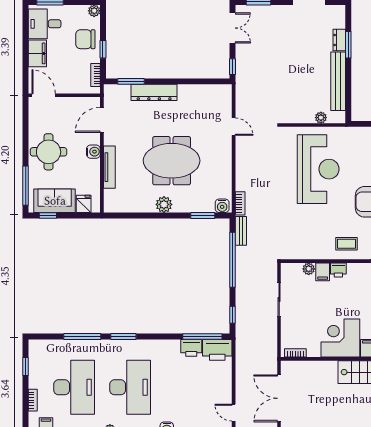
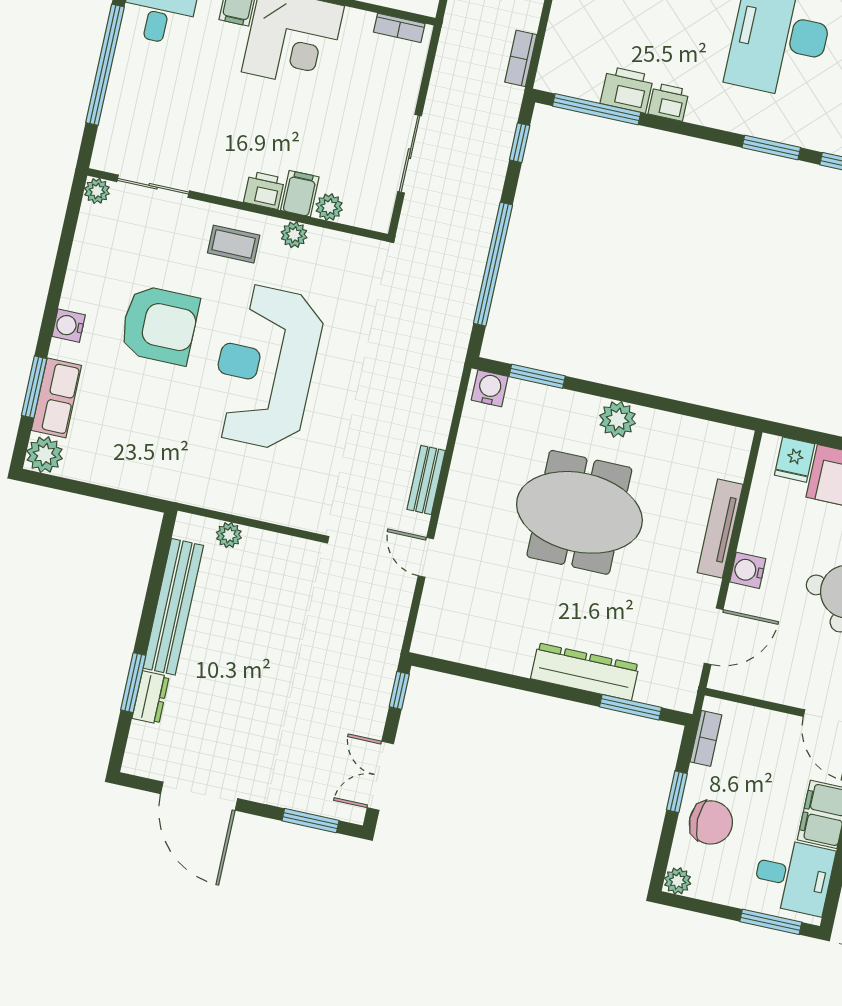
reception desk: (318, 169) -> (266, 367), moved
bookcase: (240, 203) -> (521, 58), moved
bench: (241, 231) -> (426, 480), moved
plant: (321, 254) -> (294, 235), added
printer: (217, 350) -> (669, 102), moved, width x0.53, depth x0.68

